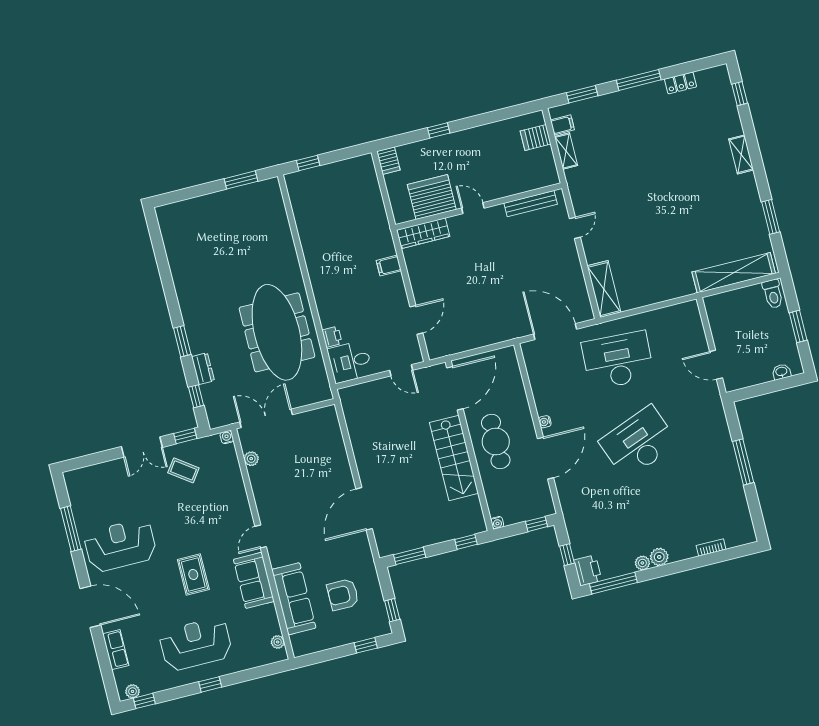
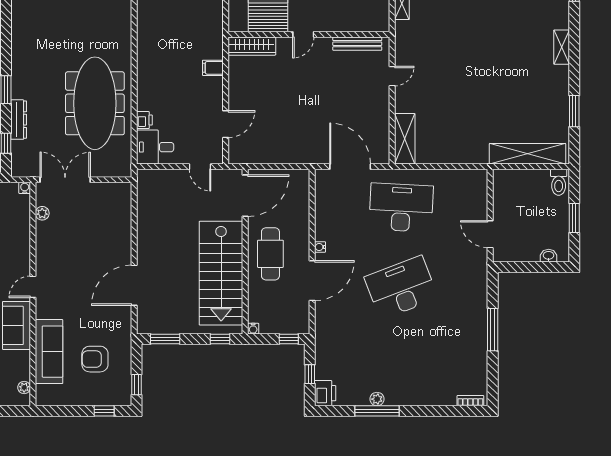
door: (473, 208) -> (303, 34), swing flipped
dresser: (203, 369) -> (19, 120), width x1.44
stairs: (454, 458) -> (221, 273), width x1.36, depth x1.51
bookcase: (711, 547) -> (470, 401), moved
plant: (659, 557) -> (394, 397), removed
window: (613, 583) -> (377, 411), moved

